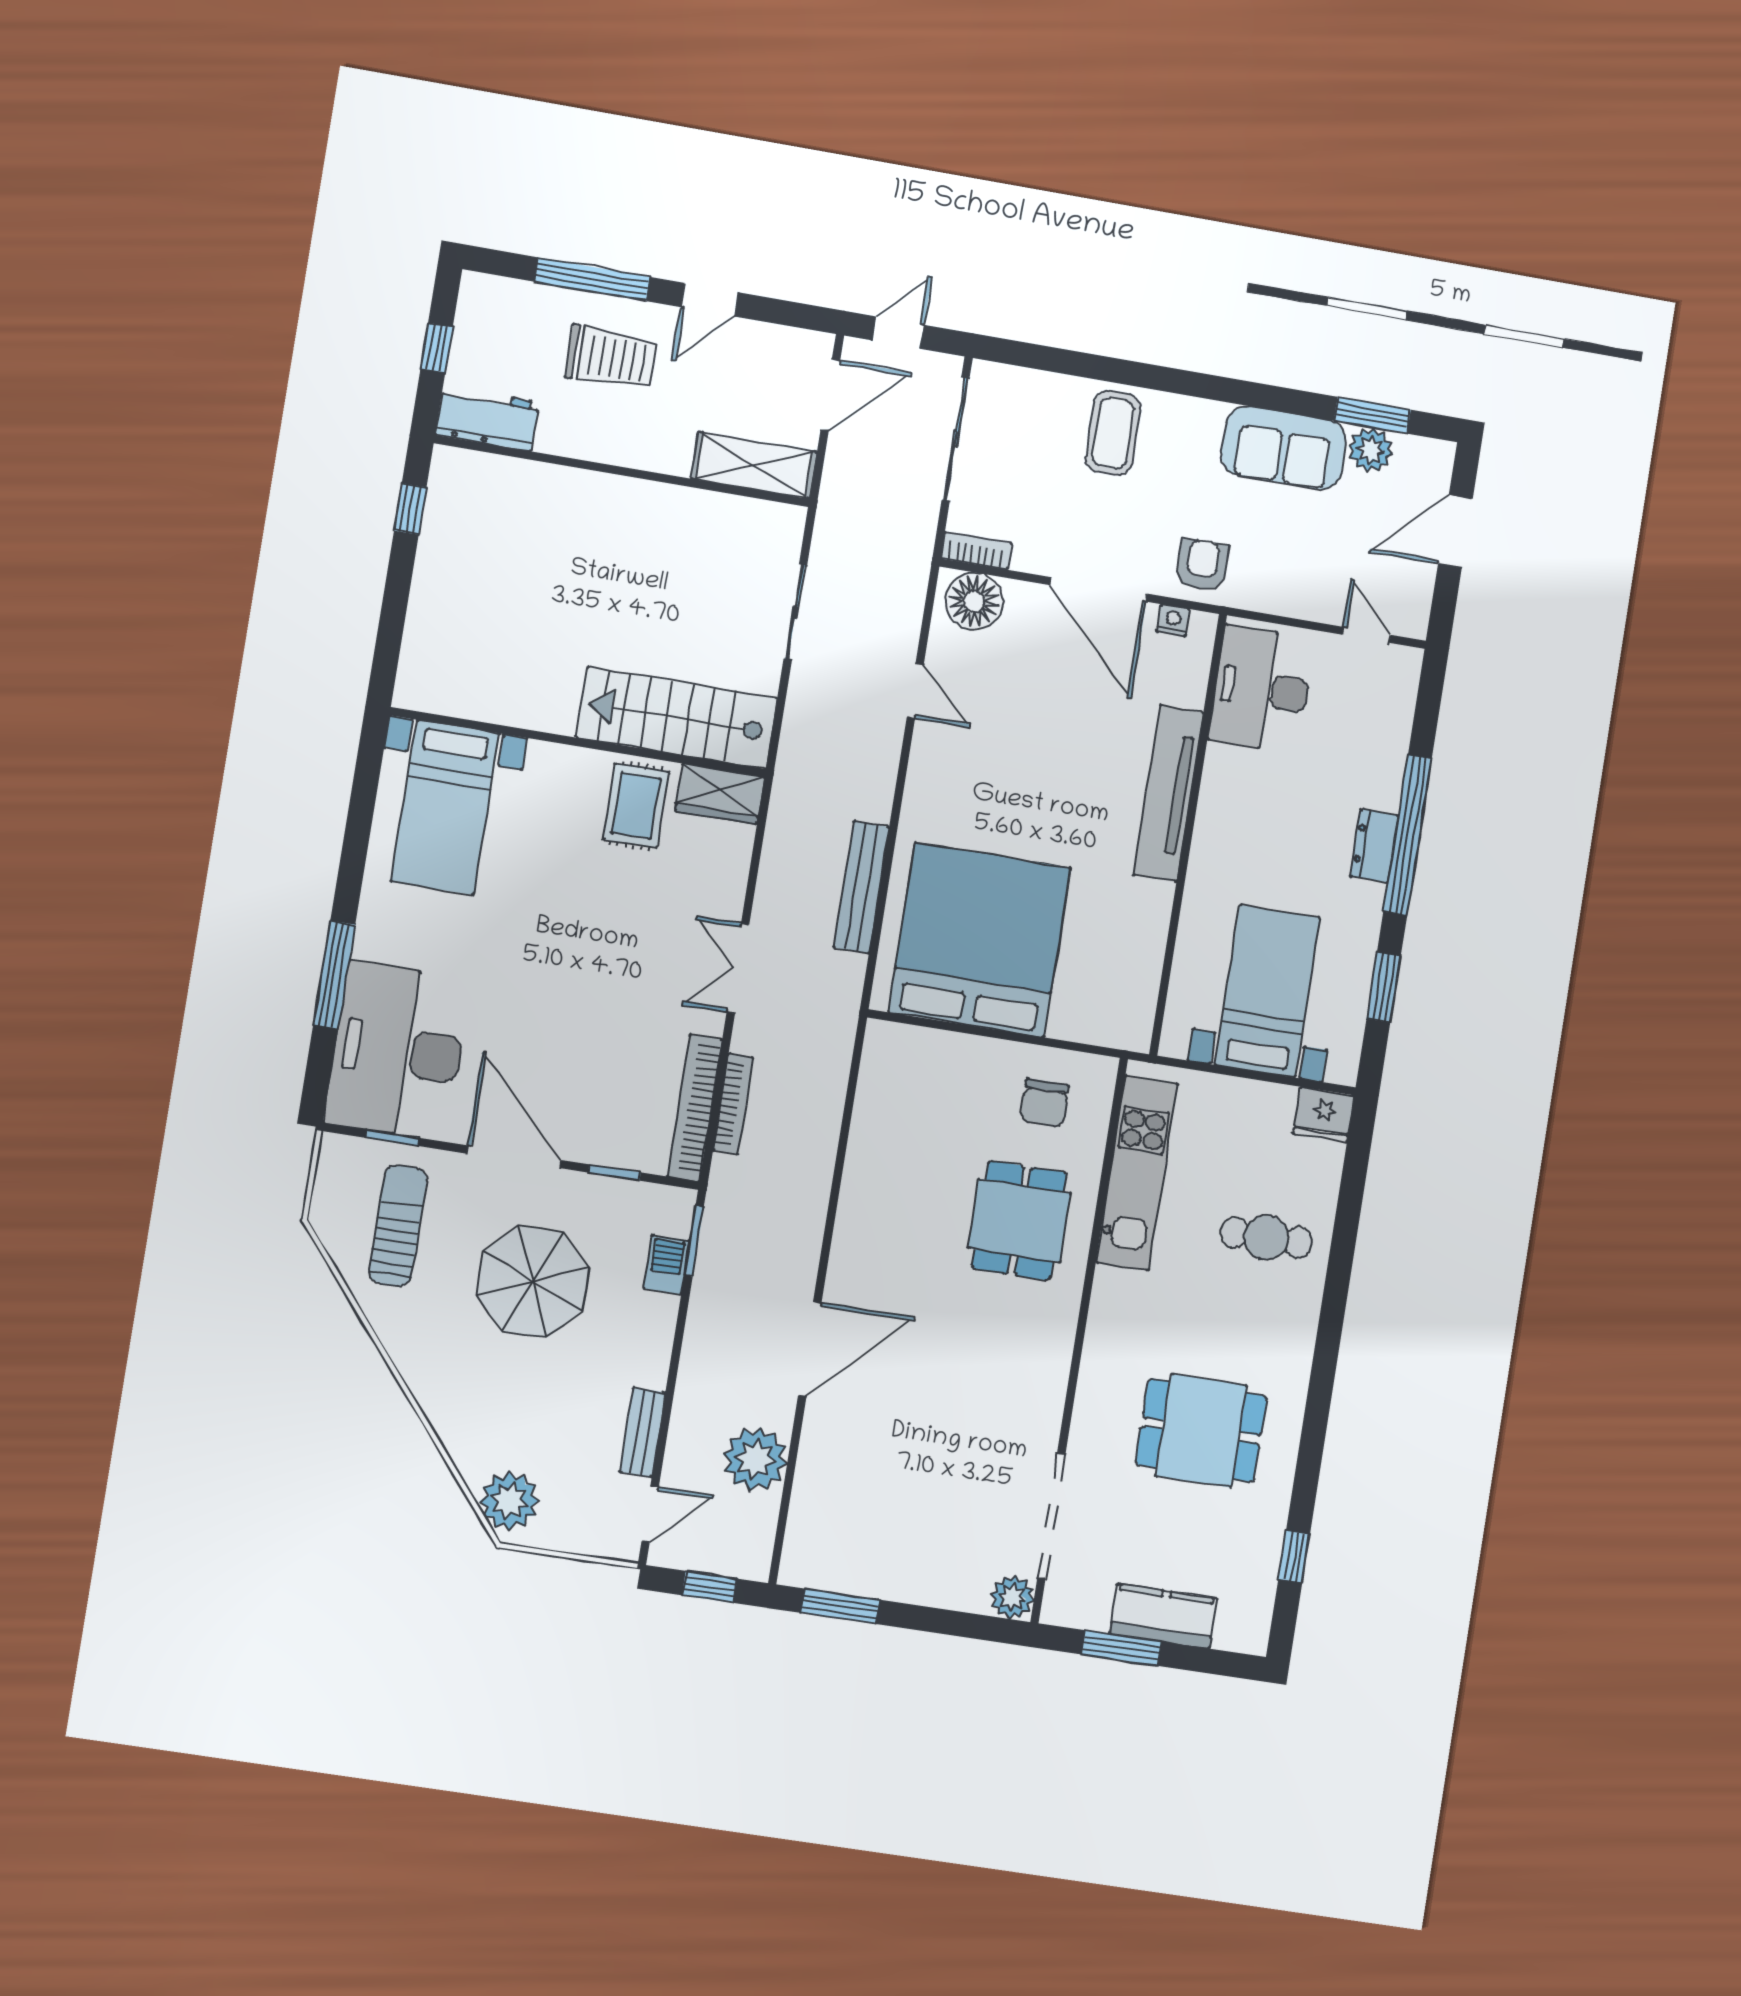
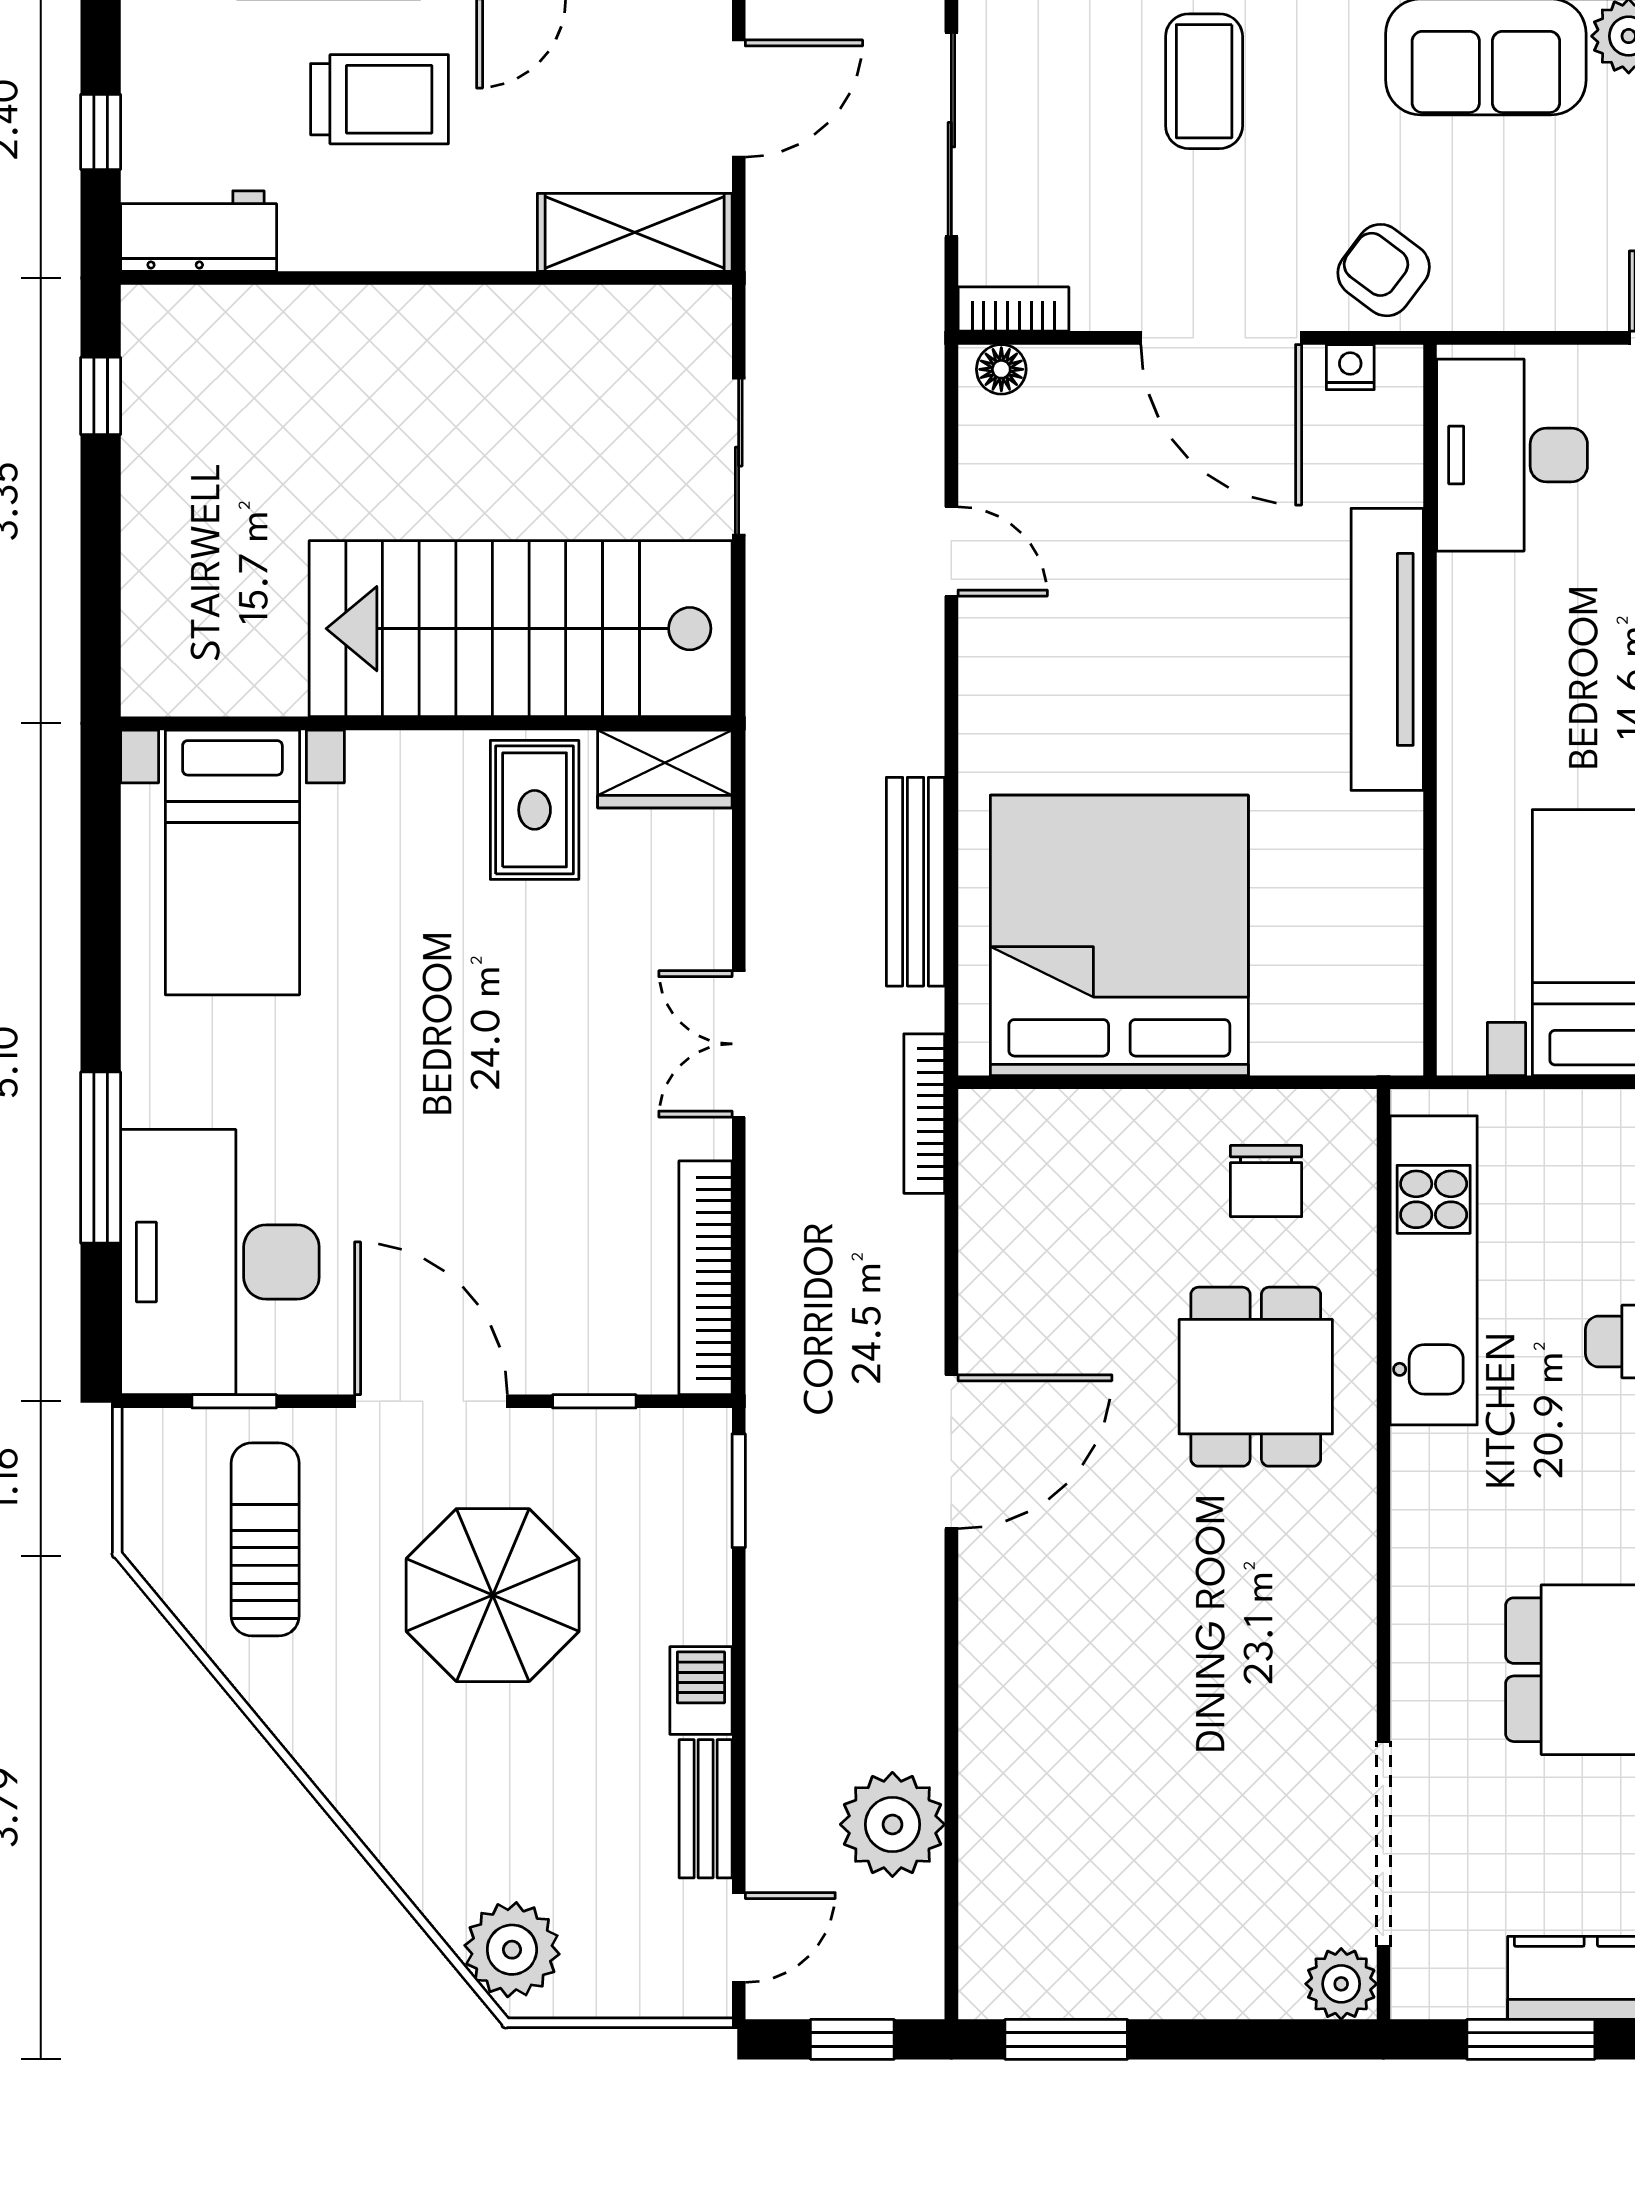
armchair: (1202, 565) -> (1384, 270), turned -53
floor lamp: (974, 601) -> (1001, 369), width x0.53, depth x0.53
stairs: (677, 718) -> (521, 629), width x1.36, depth x1.51
bookcase: (733, 1104) -> (924, 1114), moved, turned 180
barbecue: (667, 1265) -> (701, 1690), moved
door: (810, 1349) -> (951, 1452), moved

